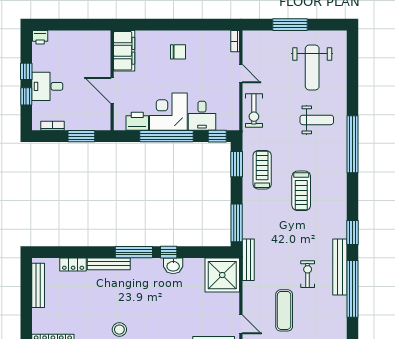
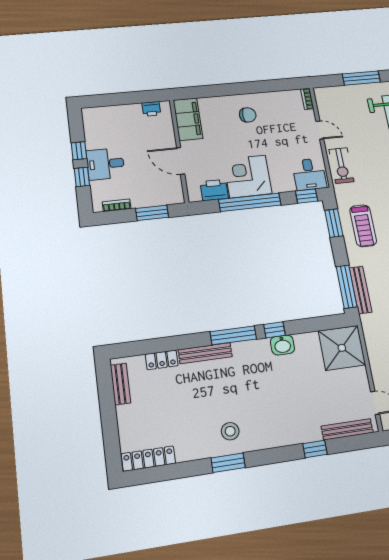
printer: (40, 37) -> (151, 109), moved
desk: (202, 116) -> (309, 174), moved
treadmill: (262, 170) -> (363, 226), turned 180
bench: (248, 260) -> (361, 290), moved
bench: (38, 285) -> (120, 384), width x0.73

